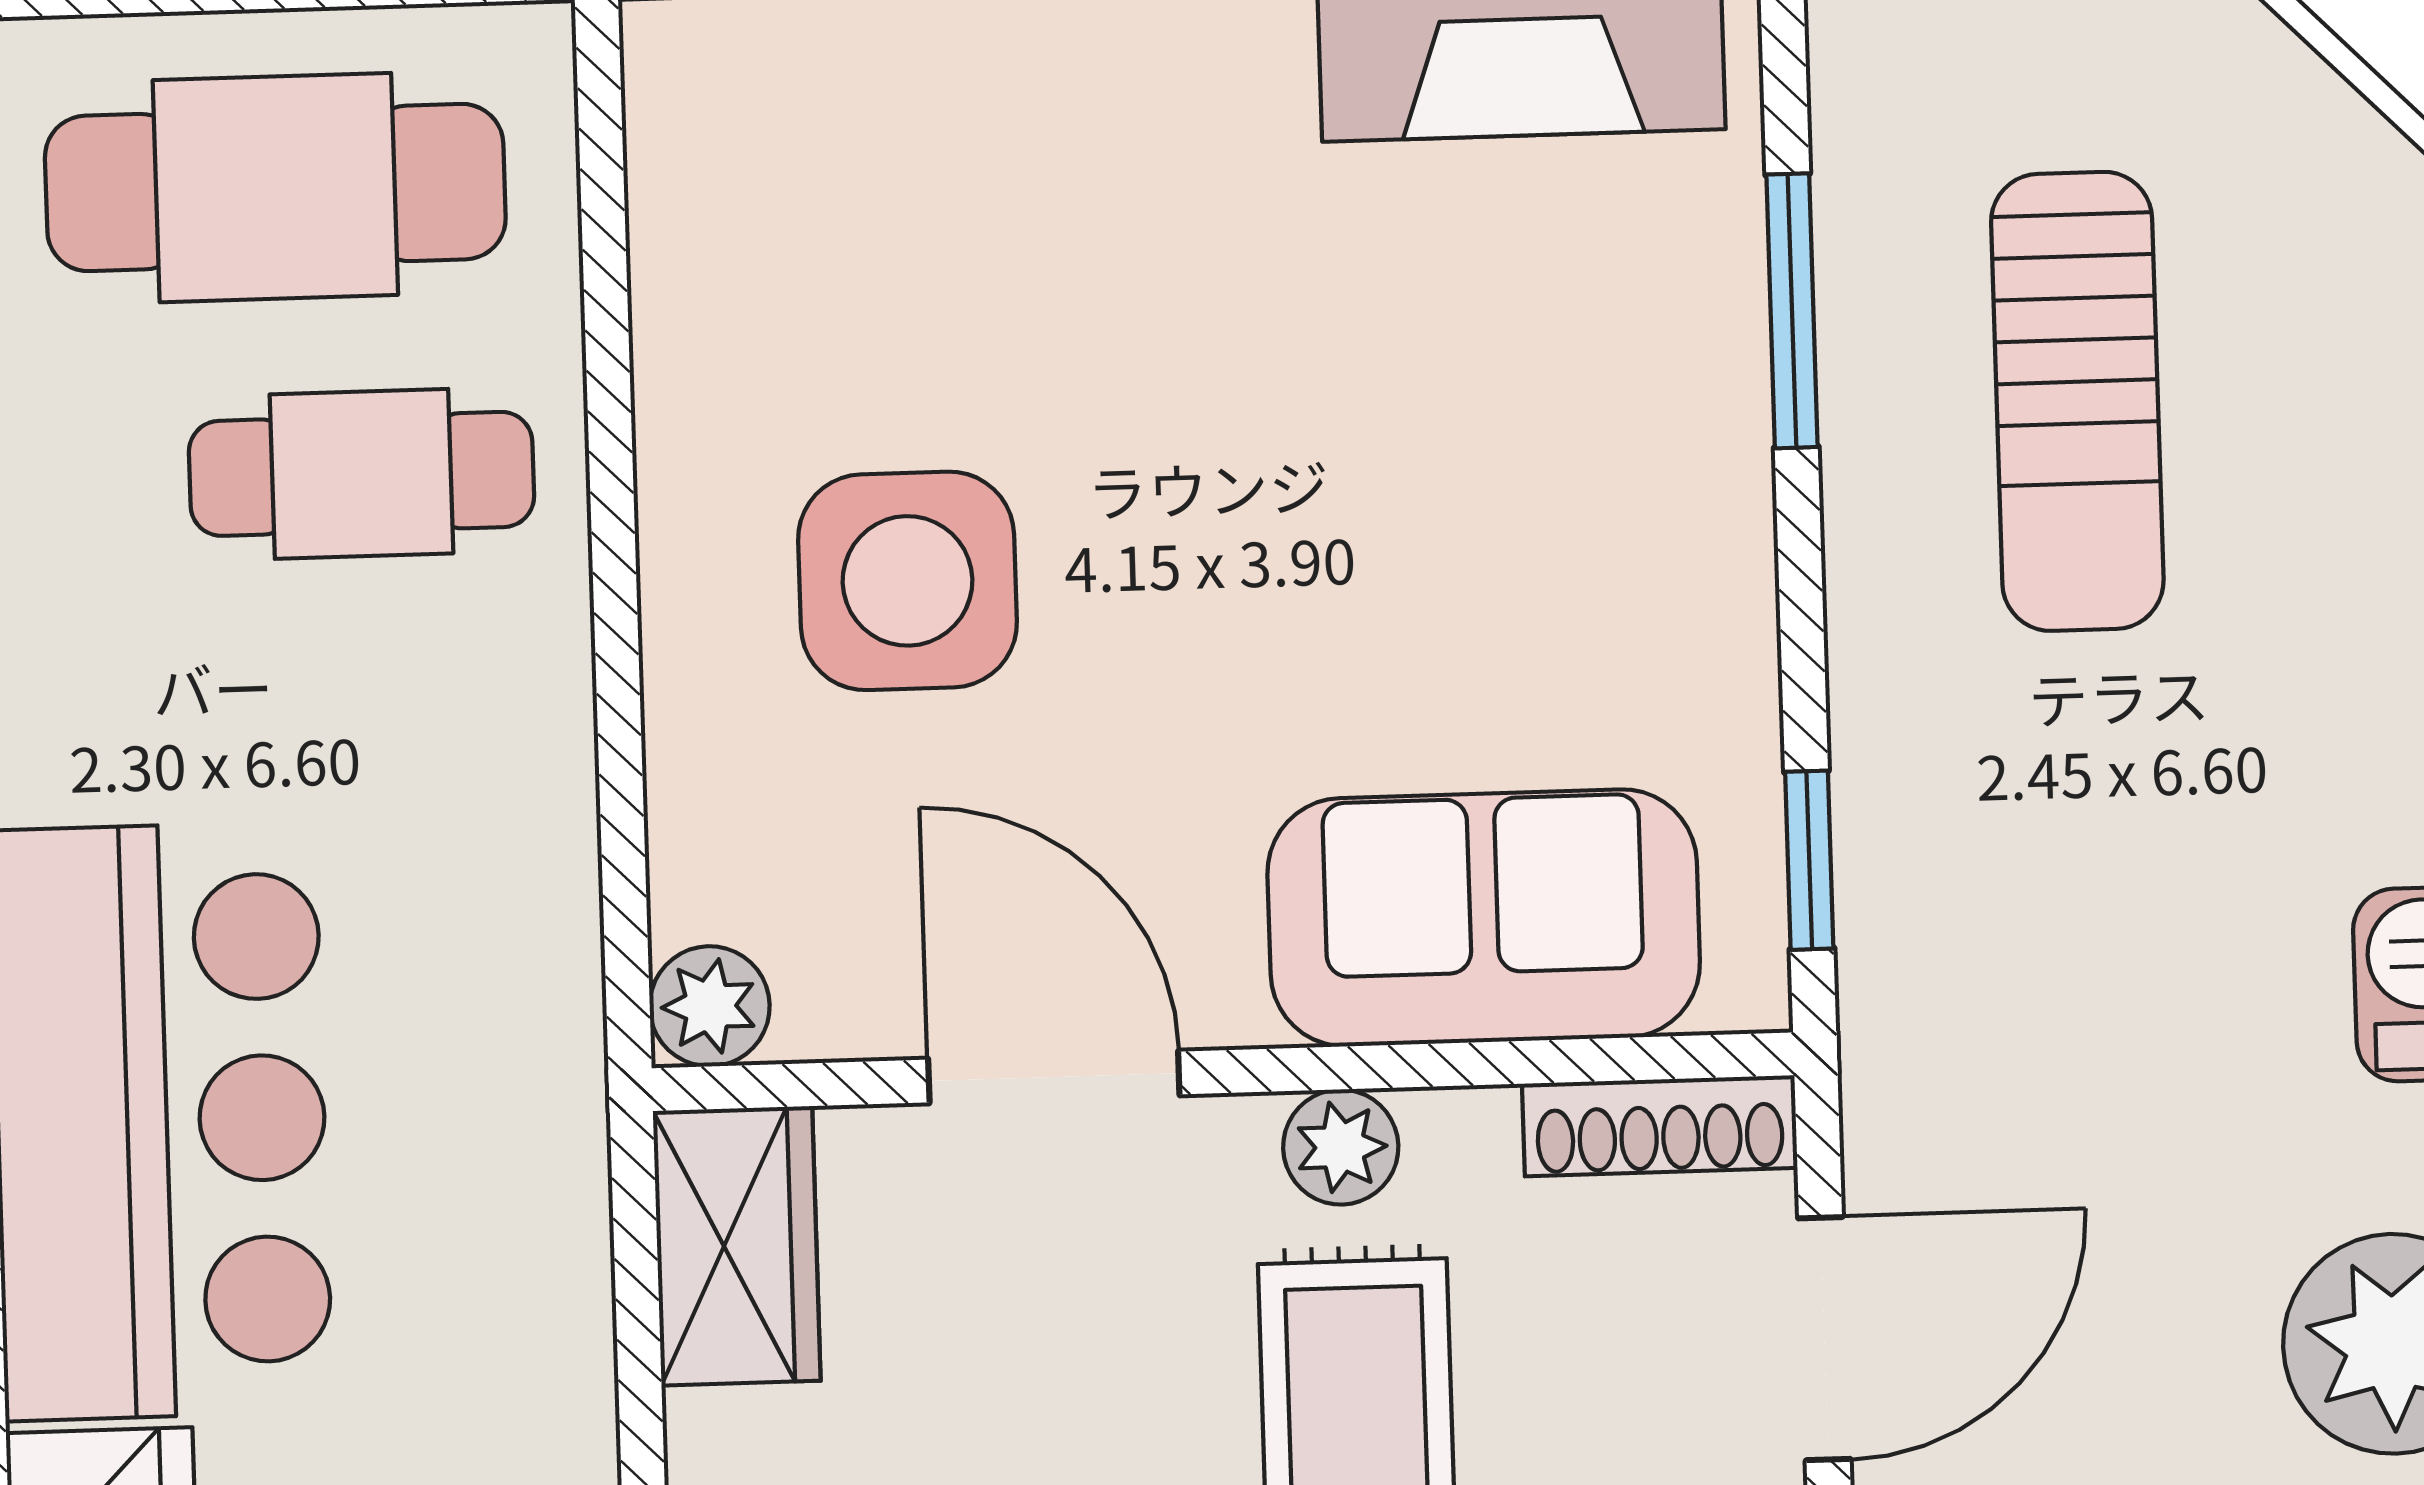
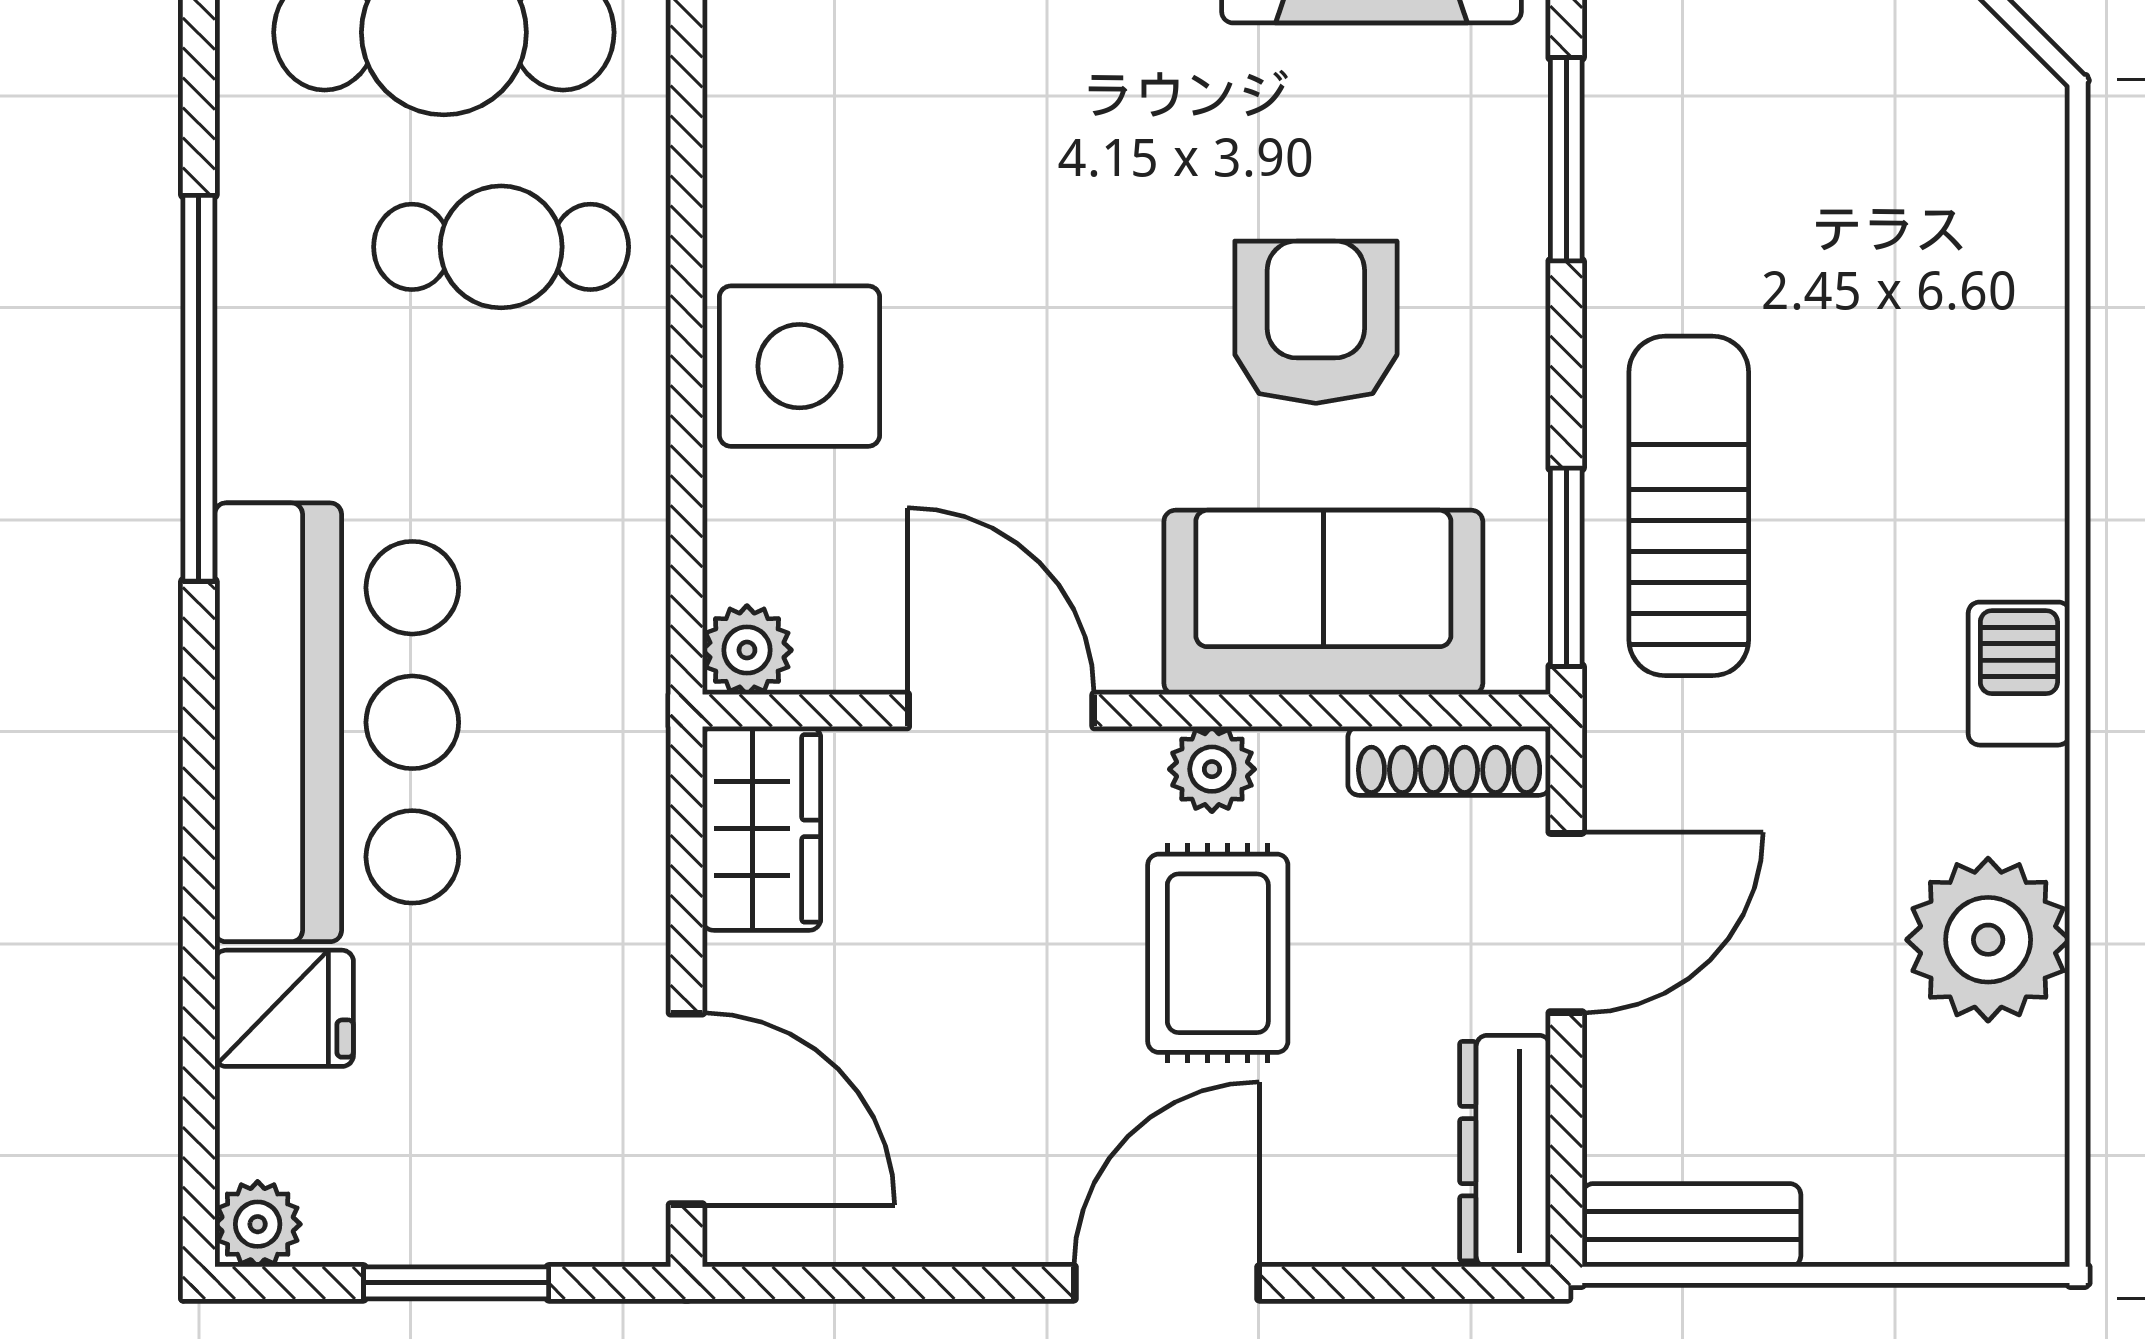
sun lounger: (2077, 401) -> (1689, 506), moved, turned 180
armchair: (1462, 541) -> (1316, 322), added
side table: (907, 581) -> (799, 366), moved
window: (1809, 860) -> (1566, 567), width x1.50

